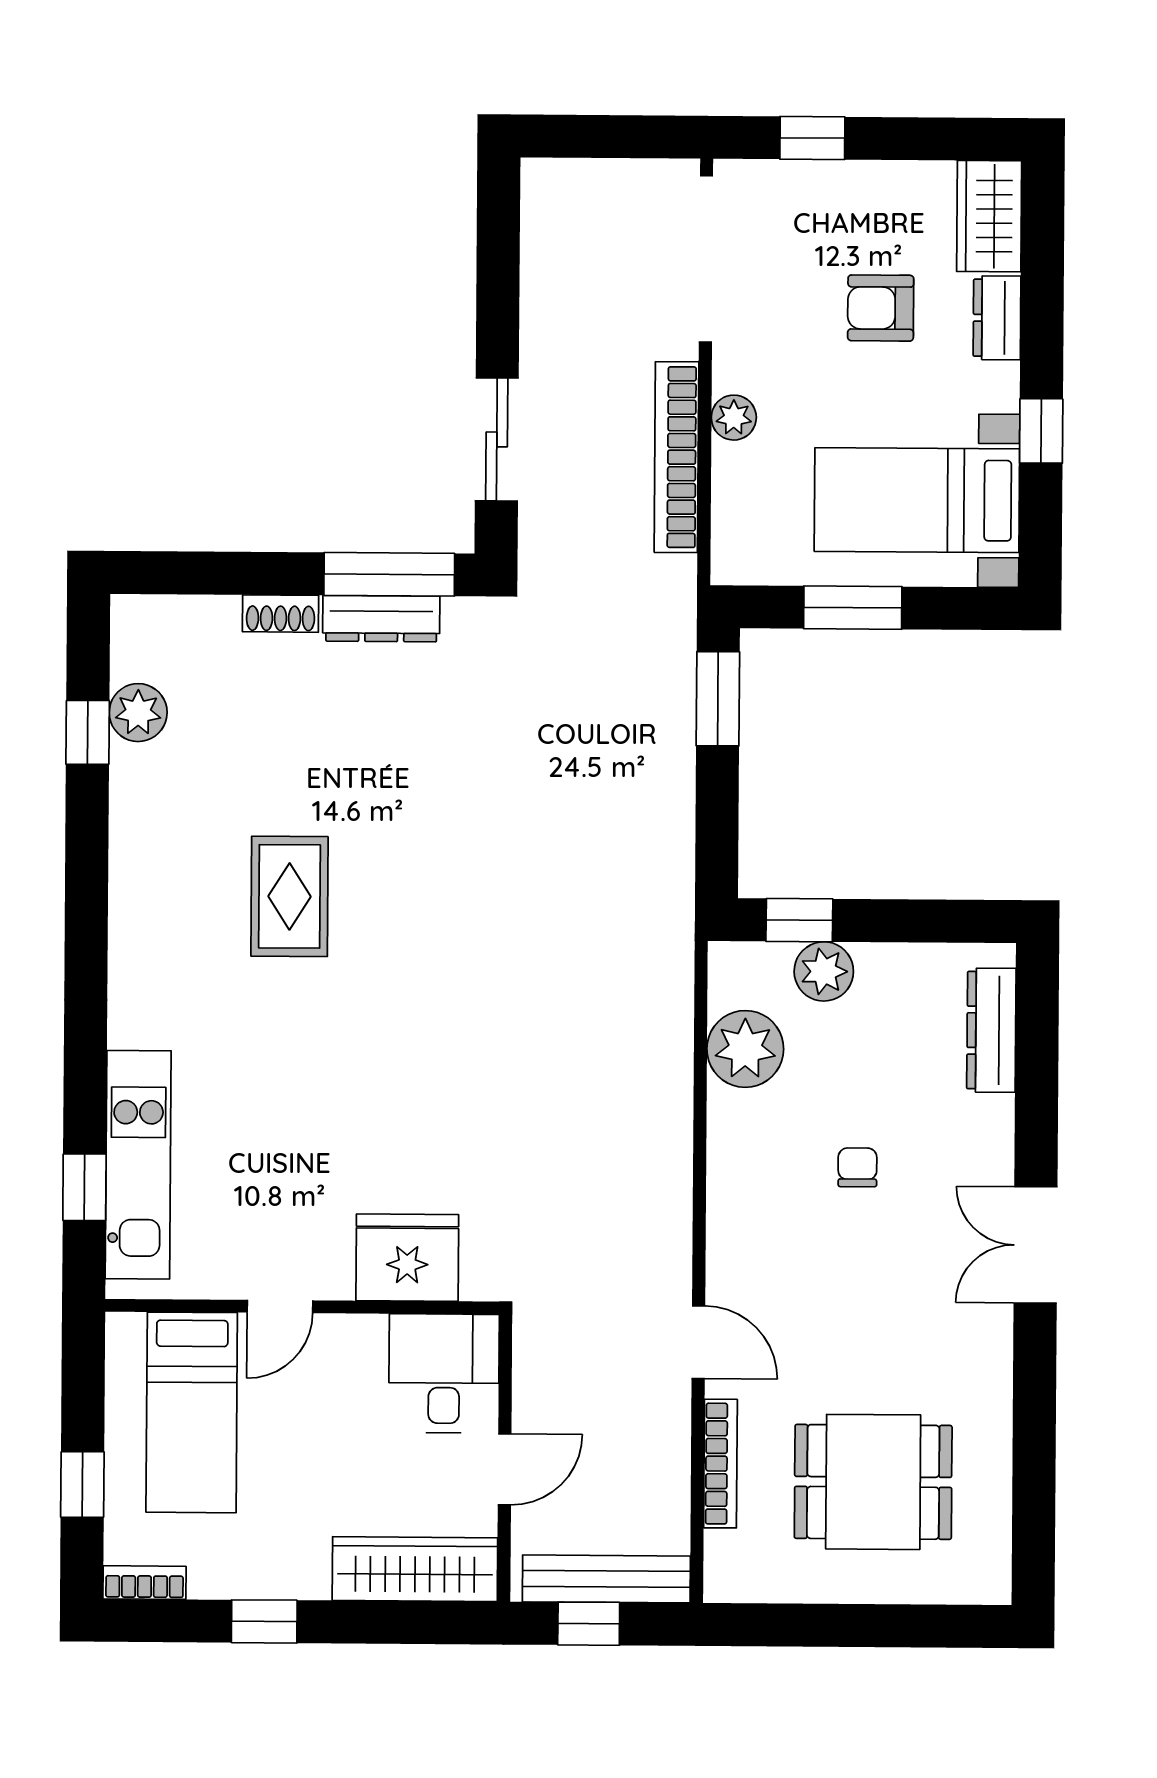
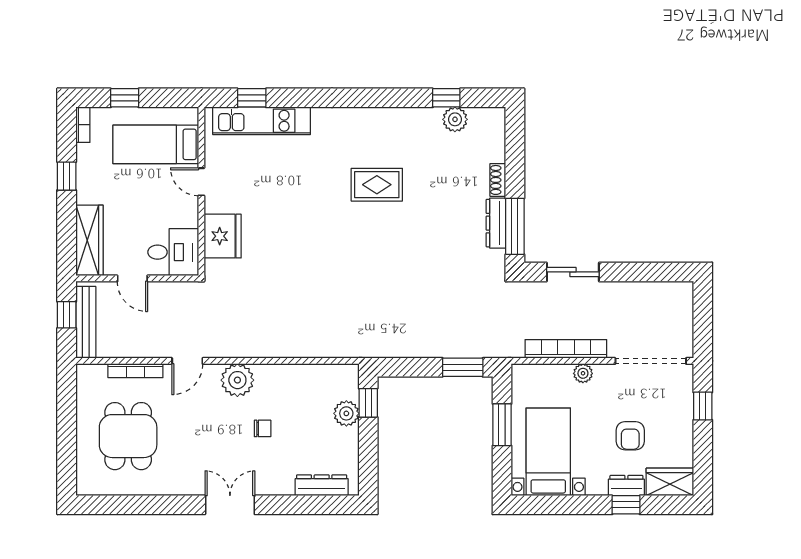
armchair: (881, 308) -> (630, 436), turned 180
window: (1041, 431) -> (626, 505), moved
plant: (745, 1049) -> (237, 380), moved

